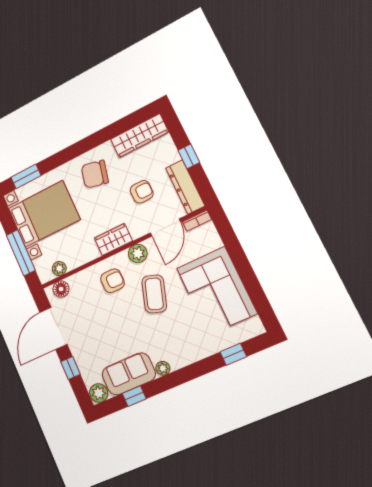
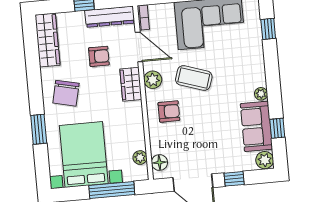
window: (26, 176) -> (39, 129), moved
armchair: (142, 192) -> (99, 56), turned 90
wardrobe: (113, 239) -> (131, 84), moved
armchair: (112, 281) -> (169, 111), turned 90

